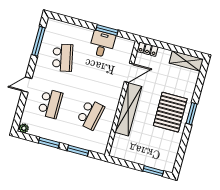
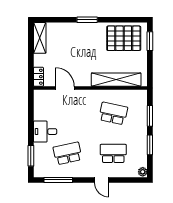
window: (107, 30) -> (31, 156), moved
desk: (102, 44) -> (45, 132), moved
shelving: (128, 109) -> (116, 80), moved
pallet: (170, 112) -> (124, 38), moved

